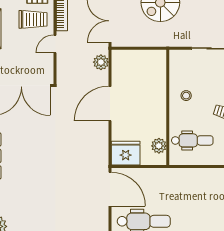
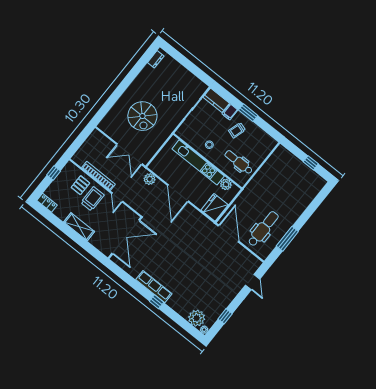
kitchen unit: (158, 99) -> (198, 162), added
dental chair: (192, 140) -> (239, 162), turned -90
door: (110, 189) -> (228, 234), hinge flipped

